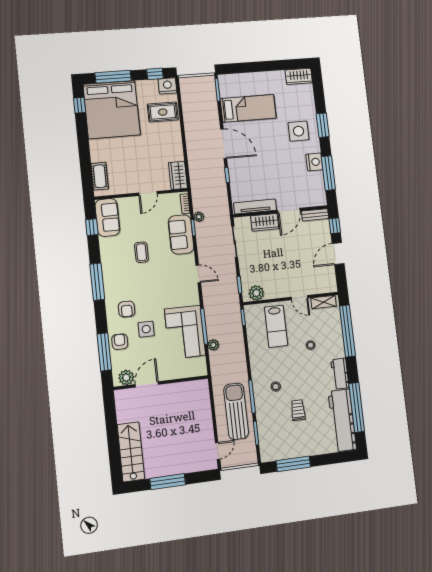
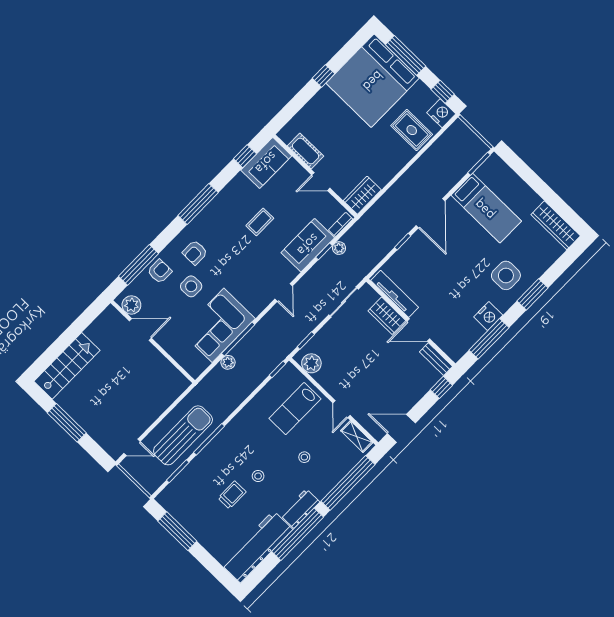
wardrobe: (299, 76) -> (556, 225), width x1.50
window: (80, 105) -> (324, 76), moved
cot: (100, 176) -> (306, 151), moved, turned 90
door: (338, 254) -> (401, 428), moved
stool: (276, 387) -> (258, 476), moved
window: (357, 407) -> (298, 534), moved

